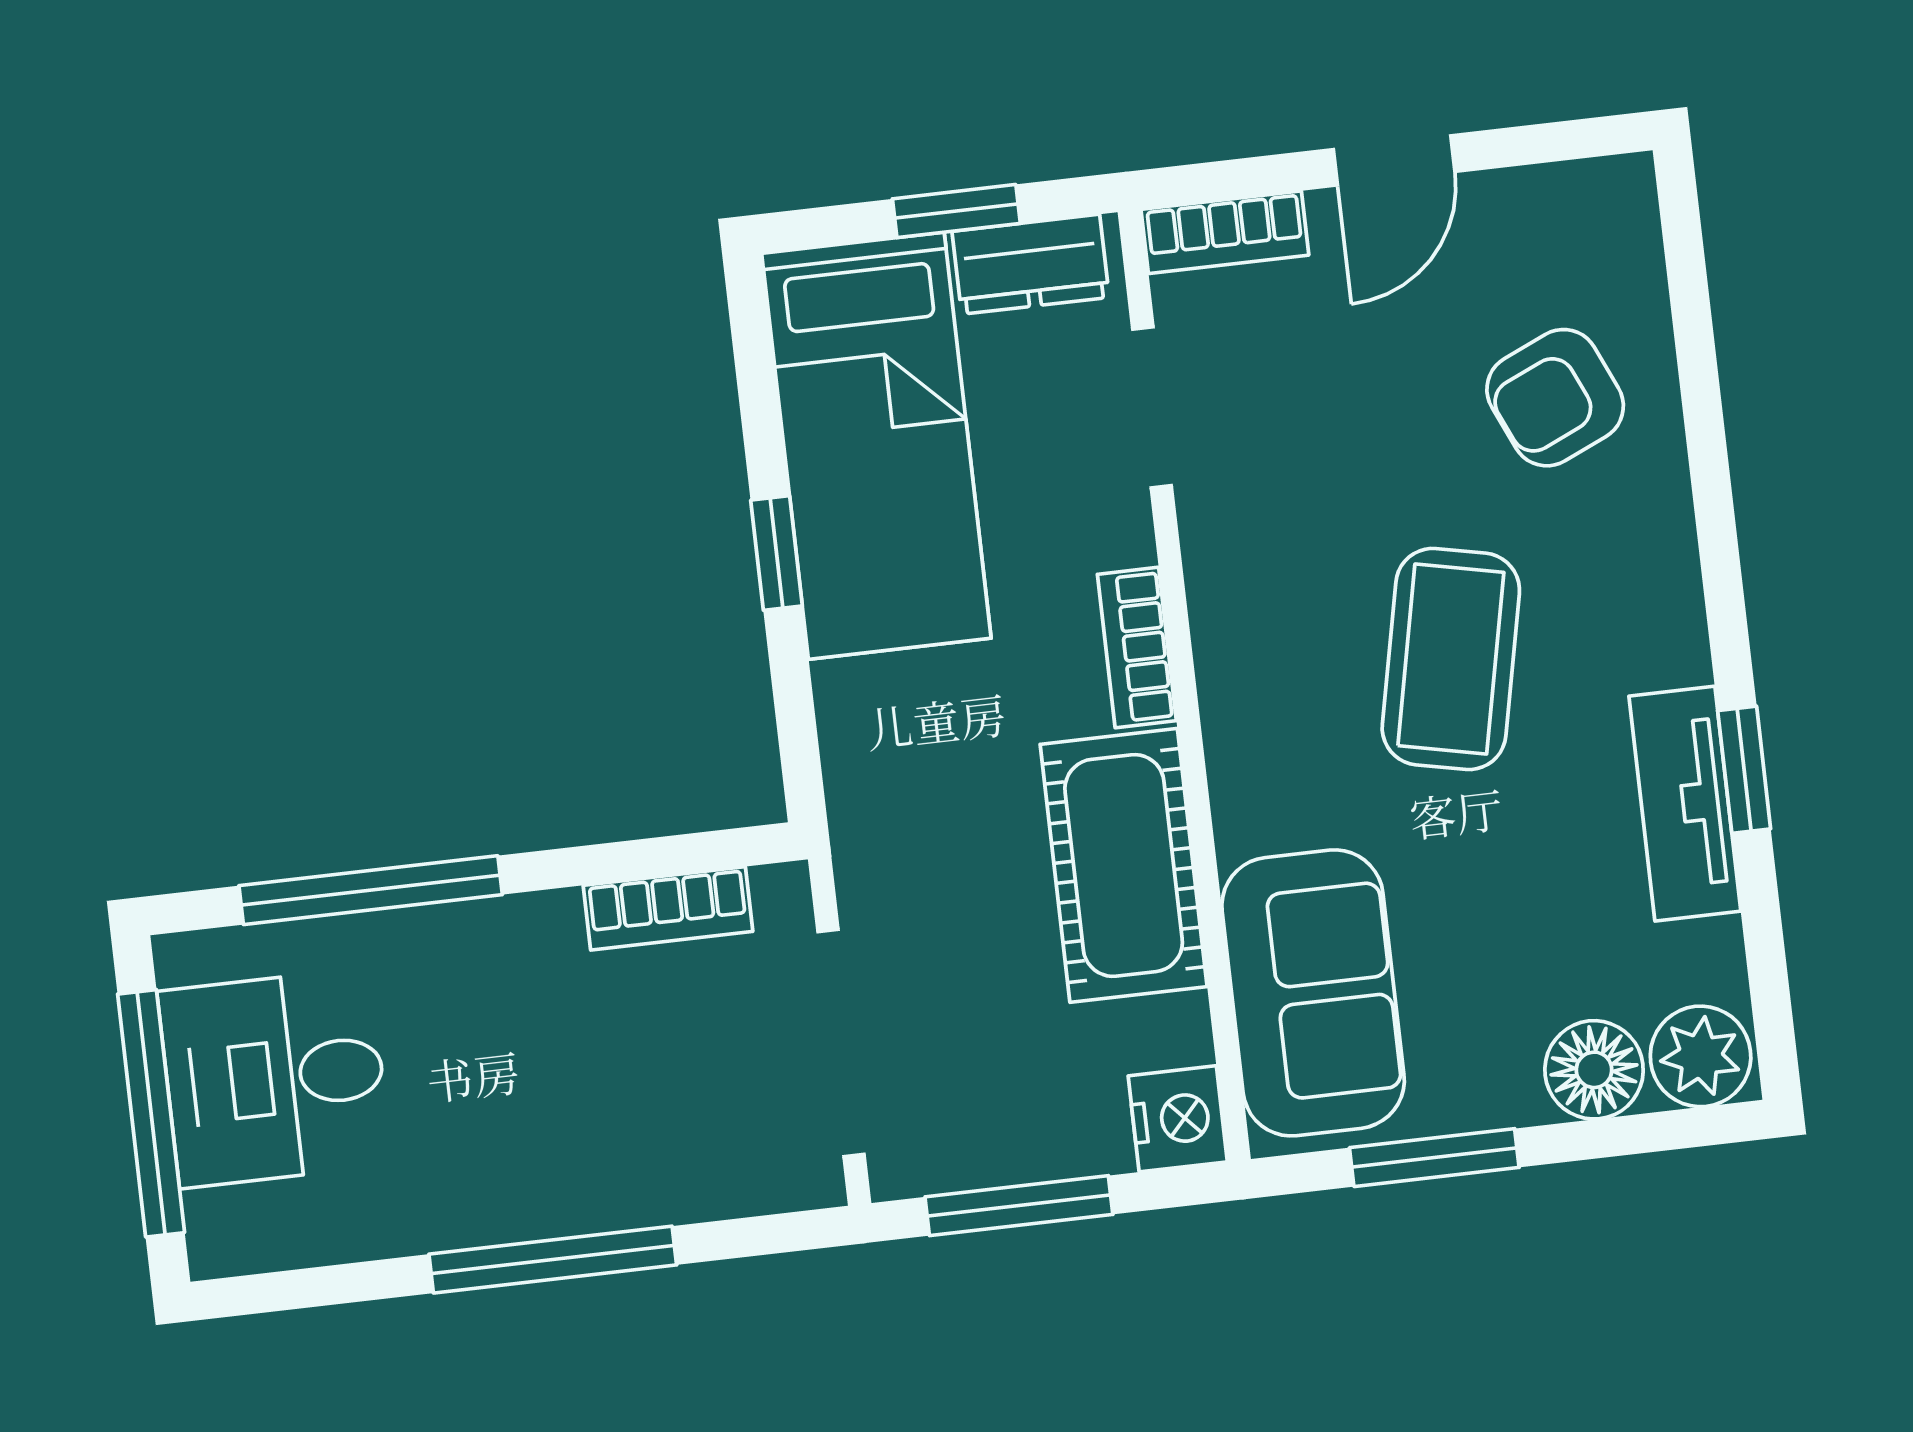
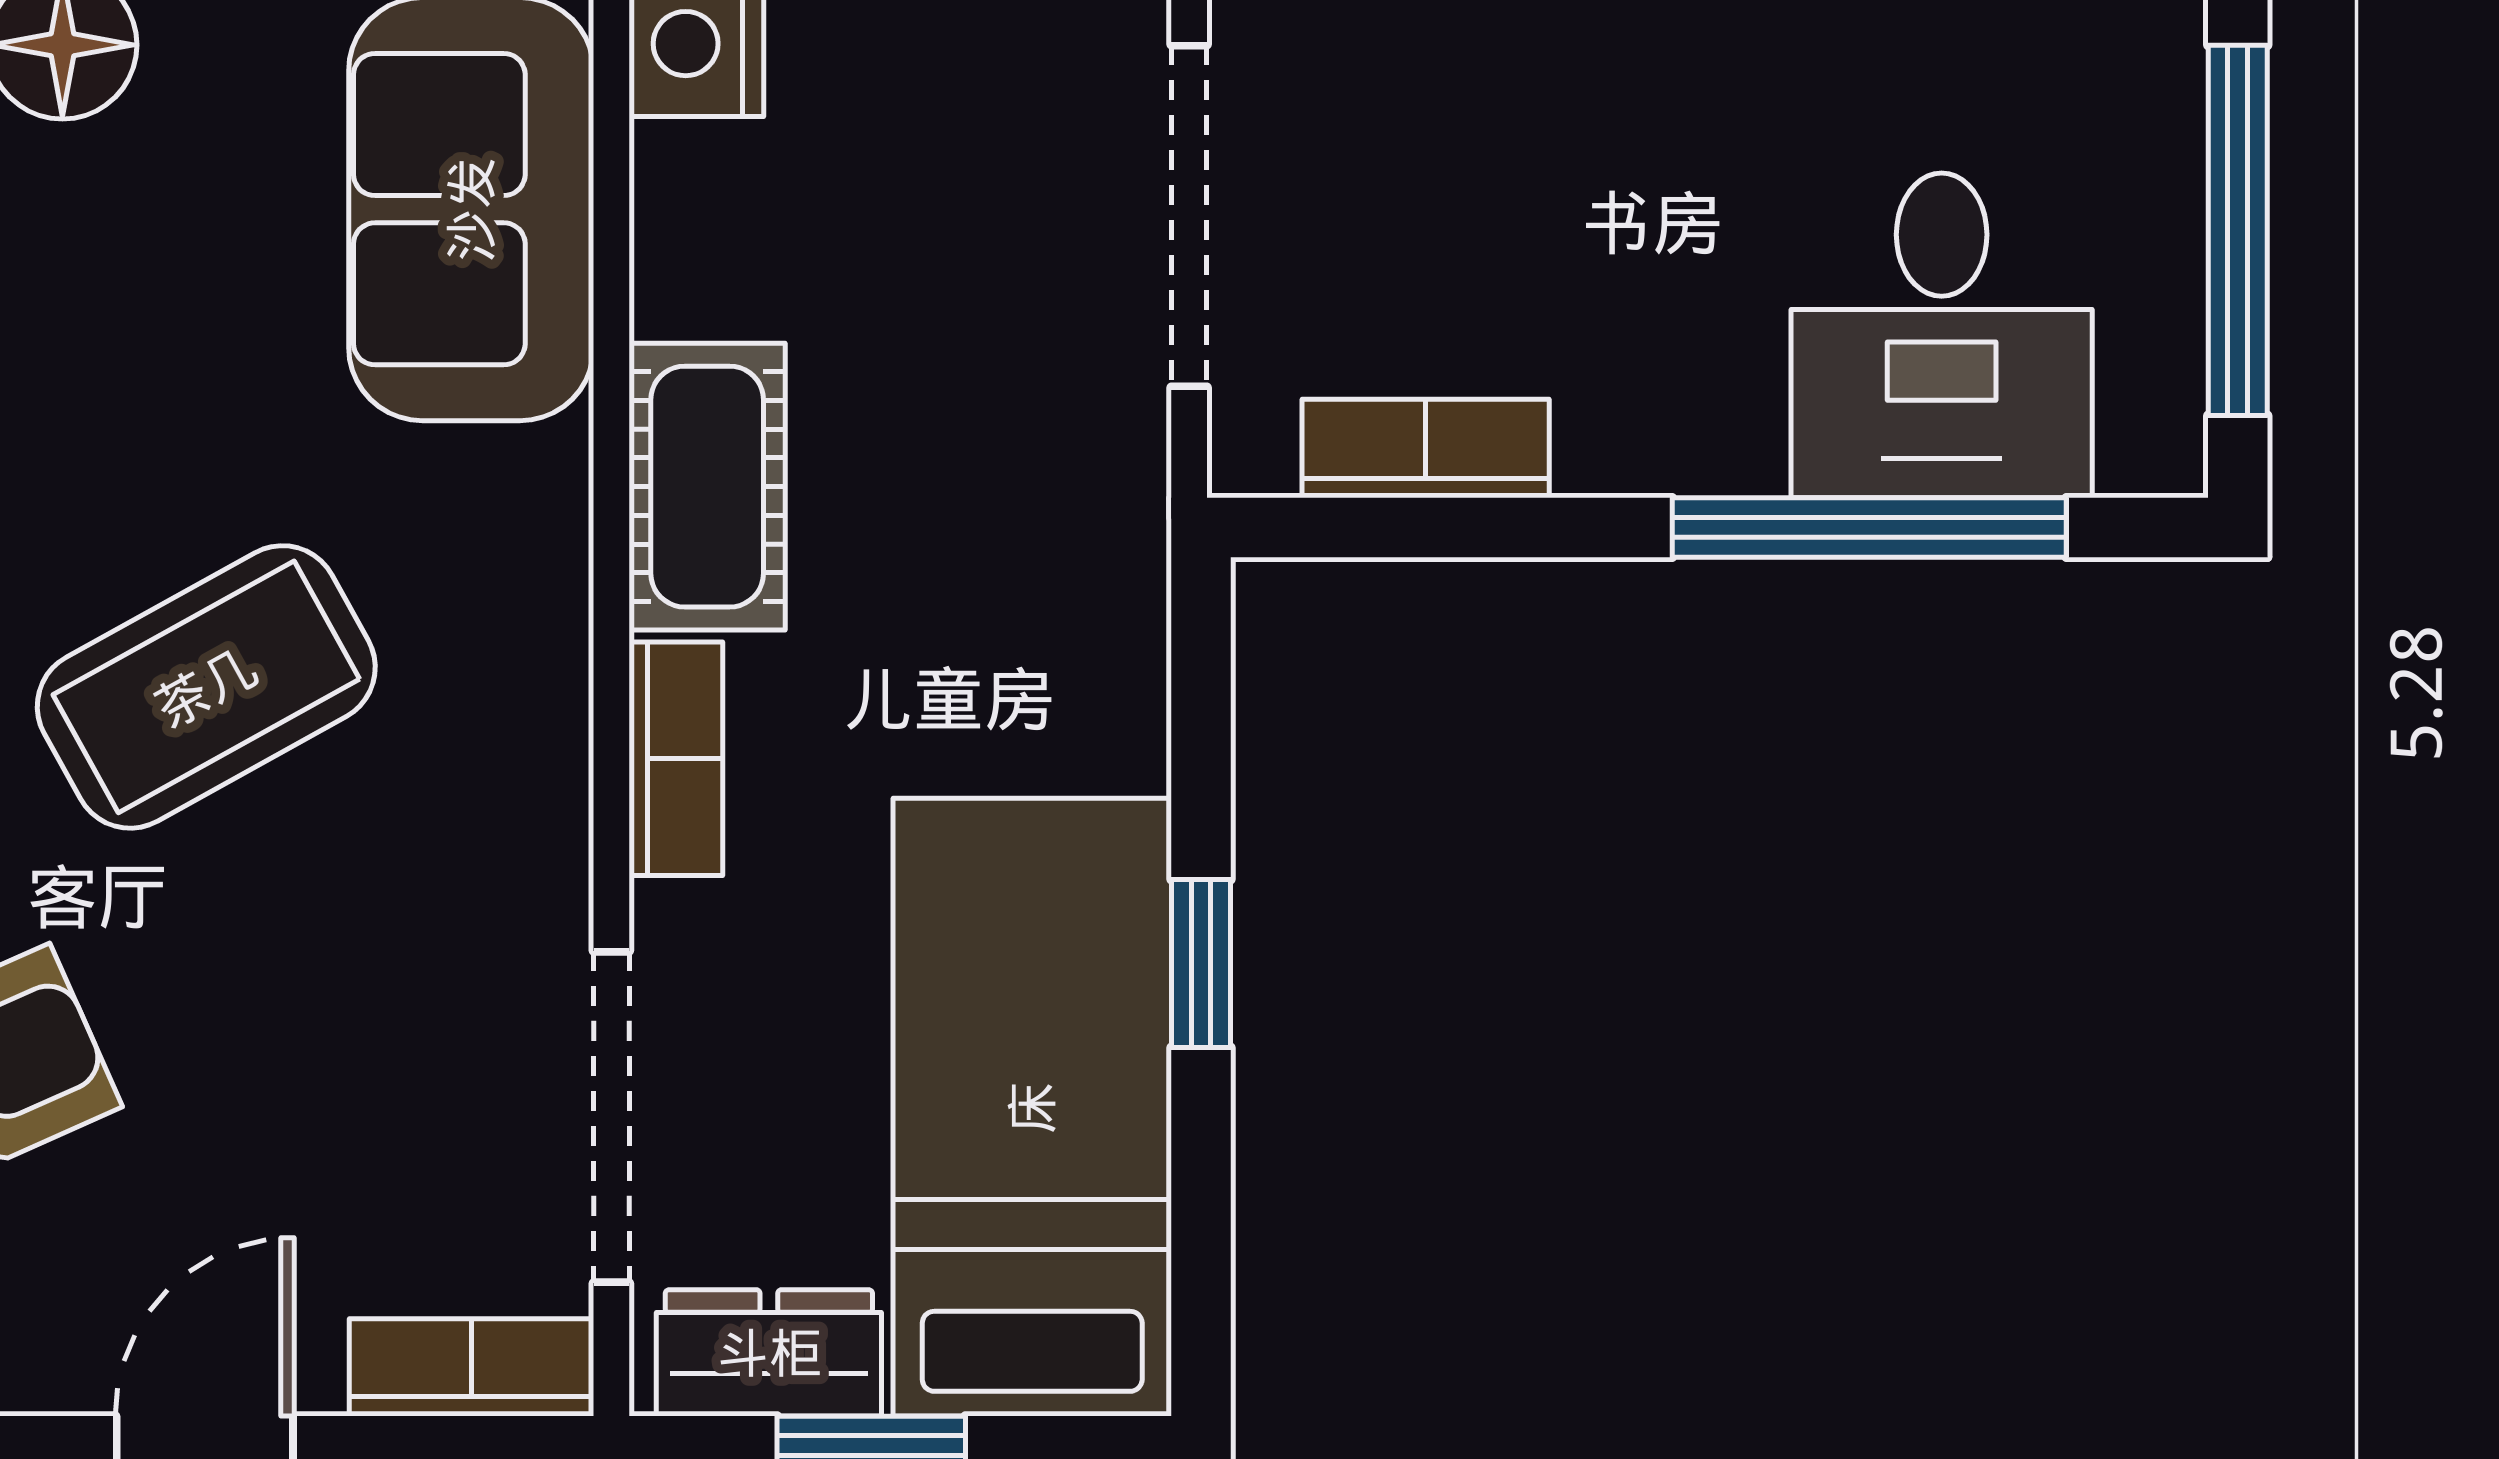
doorway: (1152, 407) -> (611, 1117), width x1.38
coffee table: (1451, 659) -> (206, 687), turned 49
cot: (1124, 865) -> (707, 487), width x0.73, depth x0.75
desk: (275, 1078) -> (1942, 335), moved, turned 90

